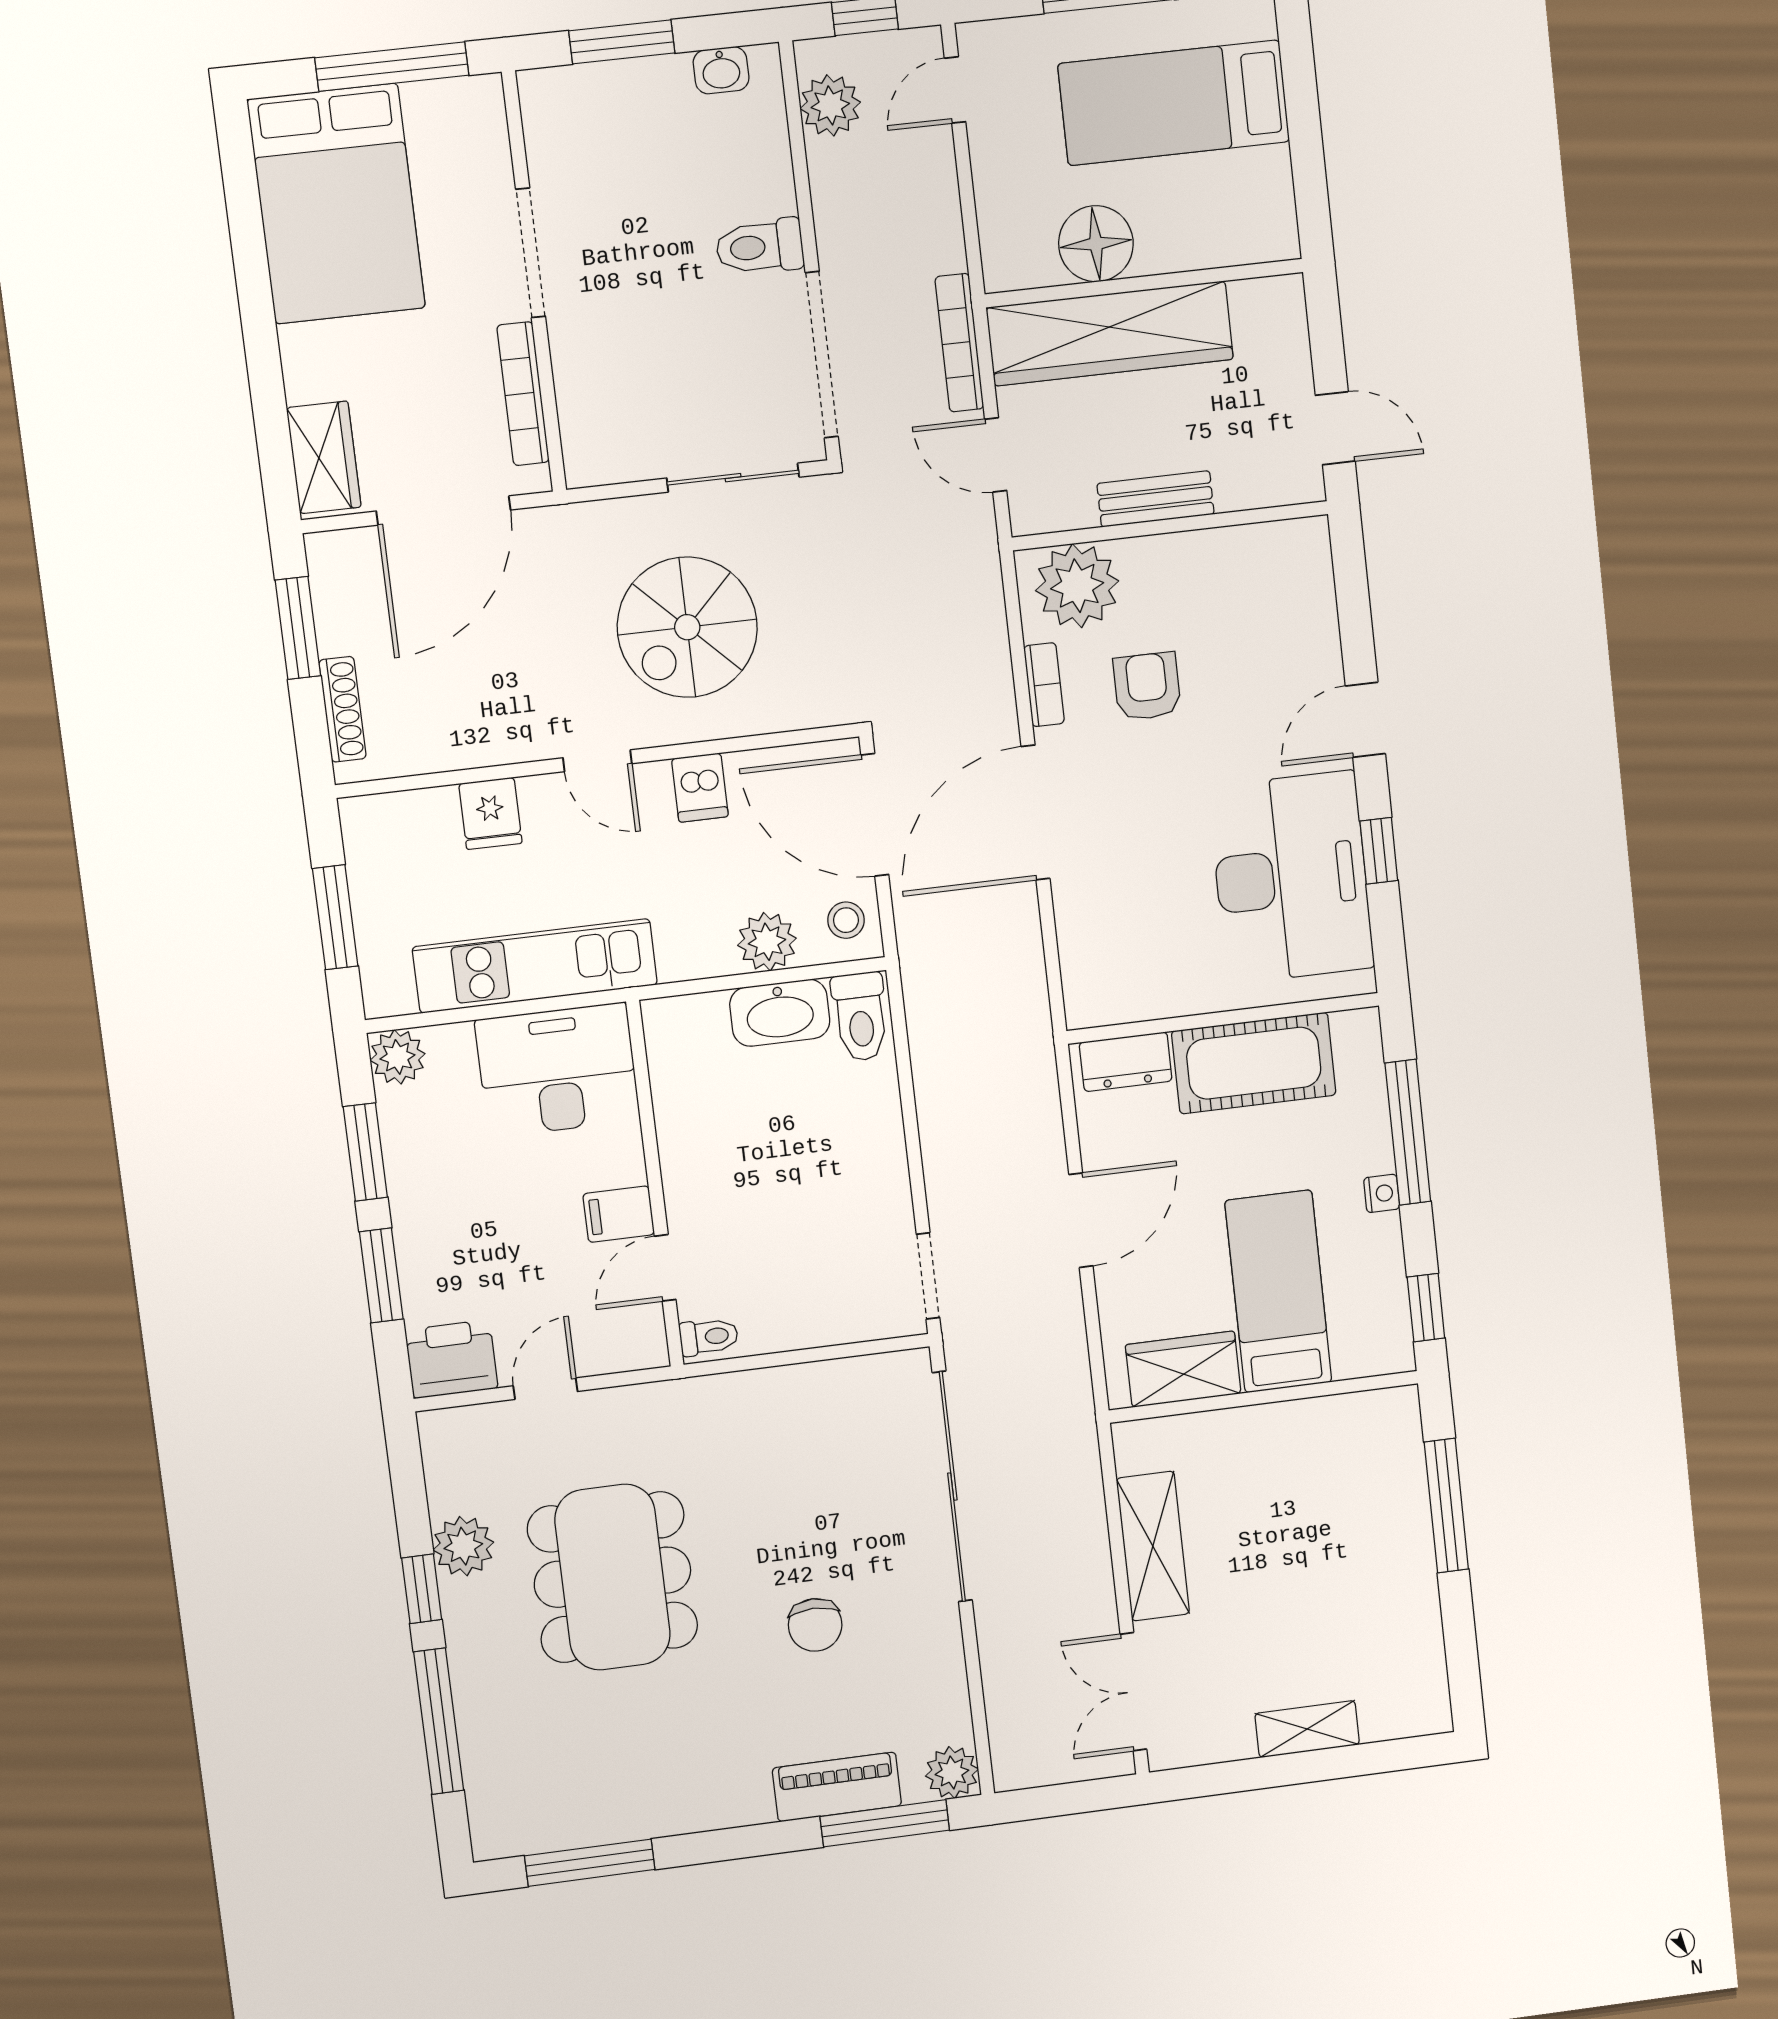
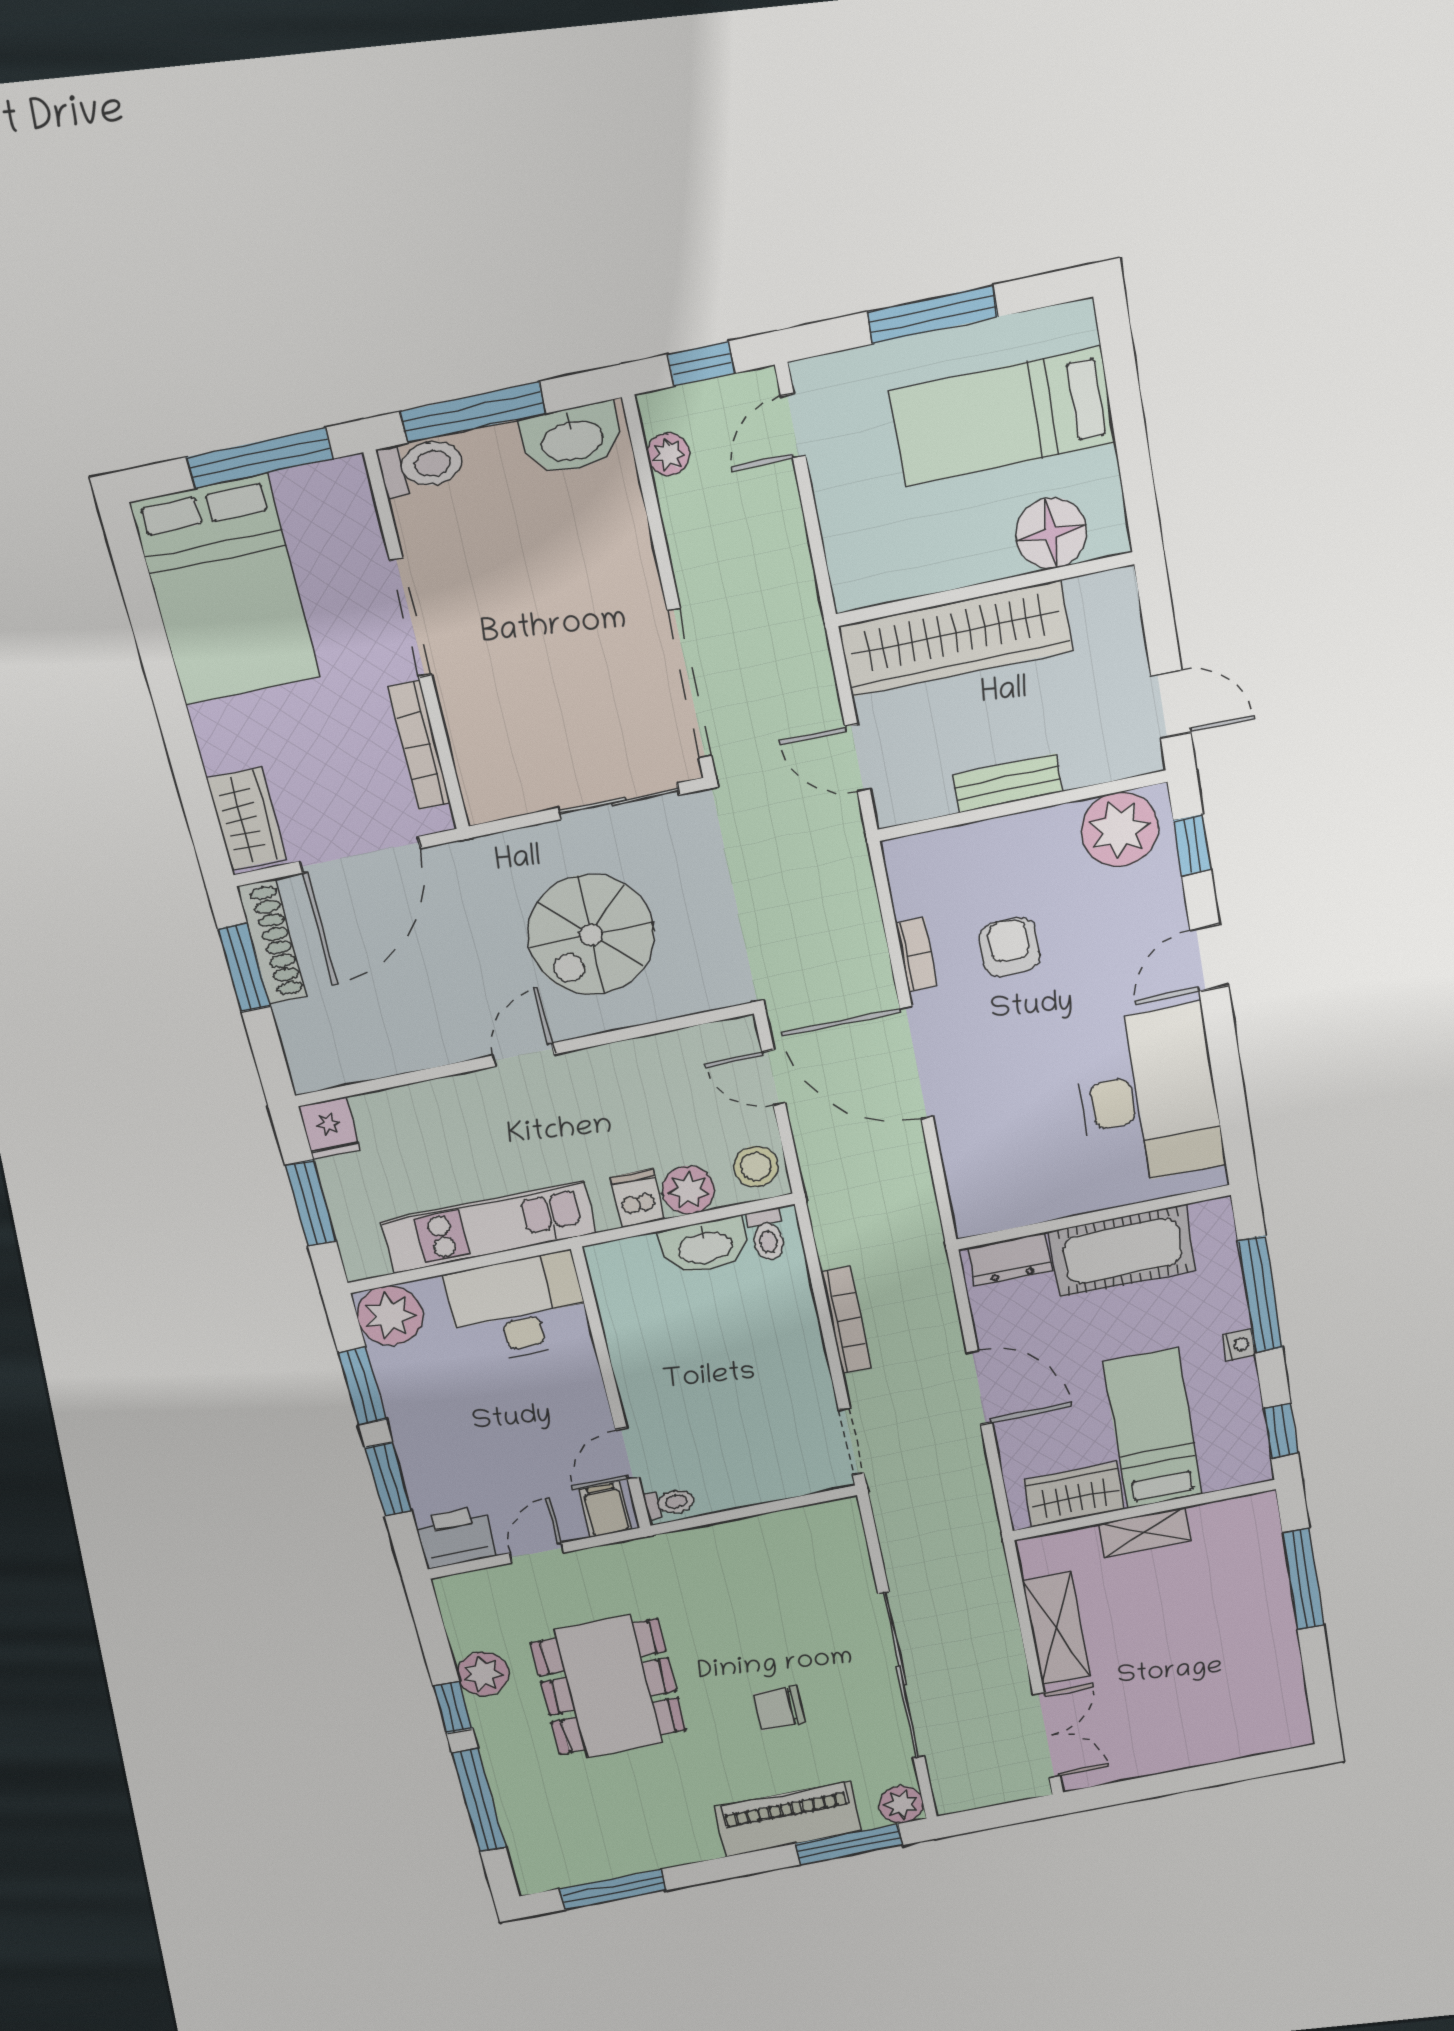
window: (622, 42) -> (473, 412), width x1.44
washbasin: (721, 70) -> (572, 439), width x1.91, depth x1.45
plant: (830, 105) -> (668, 454), width x0.73, depth x0.73
floor lamp: (1096, 244) -> (1051, 533), moved
toilet: (760, 247) -> (421, 466), moved, turned 180
bookcase: (959, 343) -> (846, 1320), moved, turned 180
plant: (1077, 586) -> (1120, 830), moved
shoe rack: (343, 709) -> (272, 942), moved, width x1.36, depth x1.24
door: (597, 761) -> (523, 1055), swing flipped
dishwasher: (700, 788) -> (637, 1198), moved, turned 180
fridge: (490, 813) -> (329, 1128), moved
door: (1036, 813) -> (916, 1063), hinge flipped
door: (875, 815) -> (774, 1078), width x0.53
window: (1379, 851) -> (1192, 845), moved
stool: (846, 920) -> (756, 1166), width x1.37, depth x1.37
toilet: (860, 1017) -> (767, 1235), width x0.73, depth x0.72
plant: (398, 1057) -> (390, 1316), width x1.36, depth x1.36
filing cabinet: (619, 1214) -> (605, 1509), moved, turned 90
door: (1081, 1220) -> (979, 1388), hinge flipped
sliding door: (952, 1487) -> (901, 1676), moved
chair: (815, 1625) -> (779, 1708), turned 90
double door: (1133, 1692) -> (1047, 1736), swing flipped
shelving: (1307, 1729) -> (1145, 1532), moved
piano: (837, 1787) -> (788, 1819), width x1.37, depth x1.33

